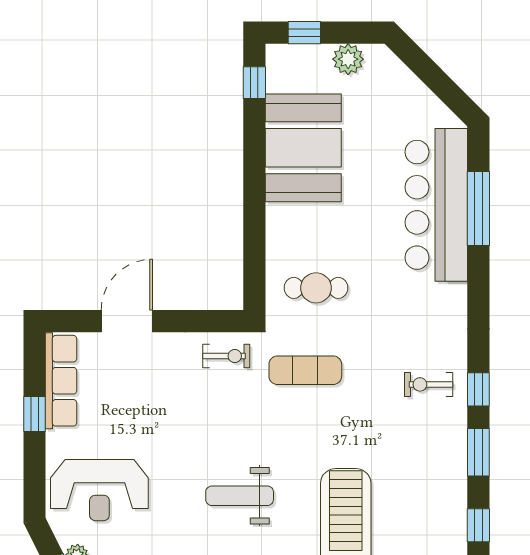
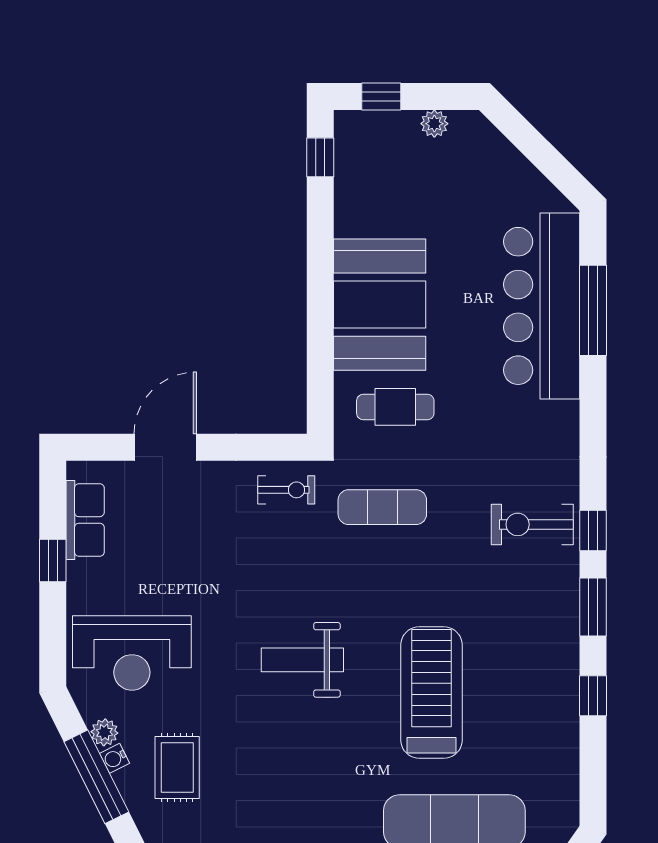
plant: (348, 59) -> (434, 124), width x0.73, depth x0.73
booth: (303, 148) -> (380, 305), moved
row of seats: (61, 381) -> (85, 520), width x0.68
exercise bike: (429, 384) -> (532, 524), width x1.38, depth x1.39

